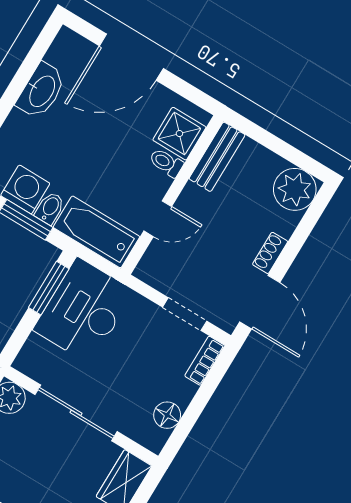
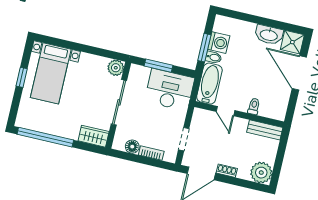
shower: (179, 134) -> (292, 42), moved
window: (49, 288) -> (159, 66), moved
bookcase: (205, 361) -> (151, 153), moved

